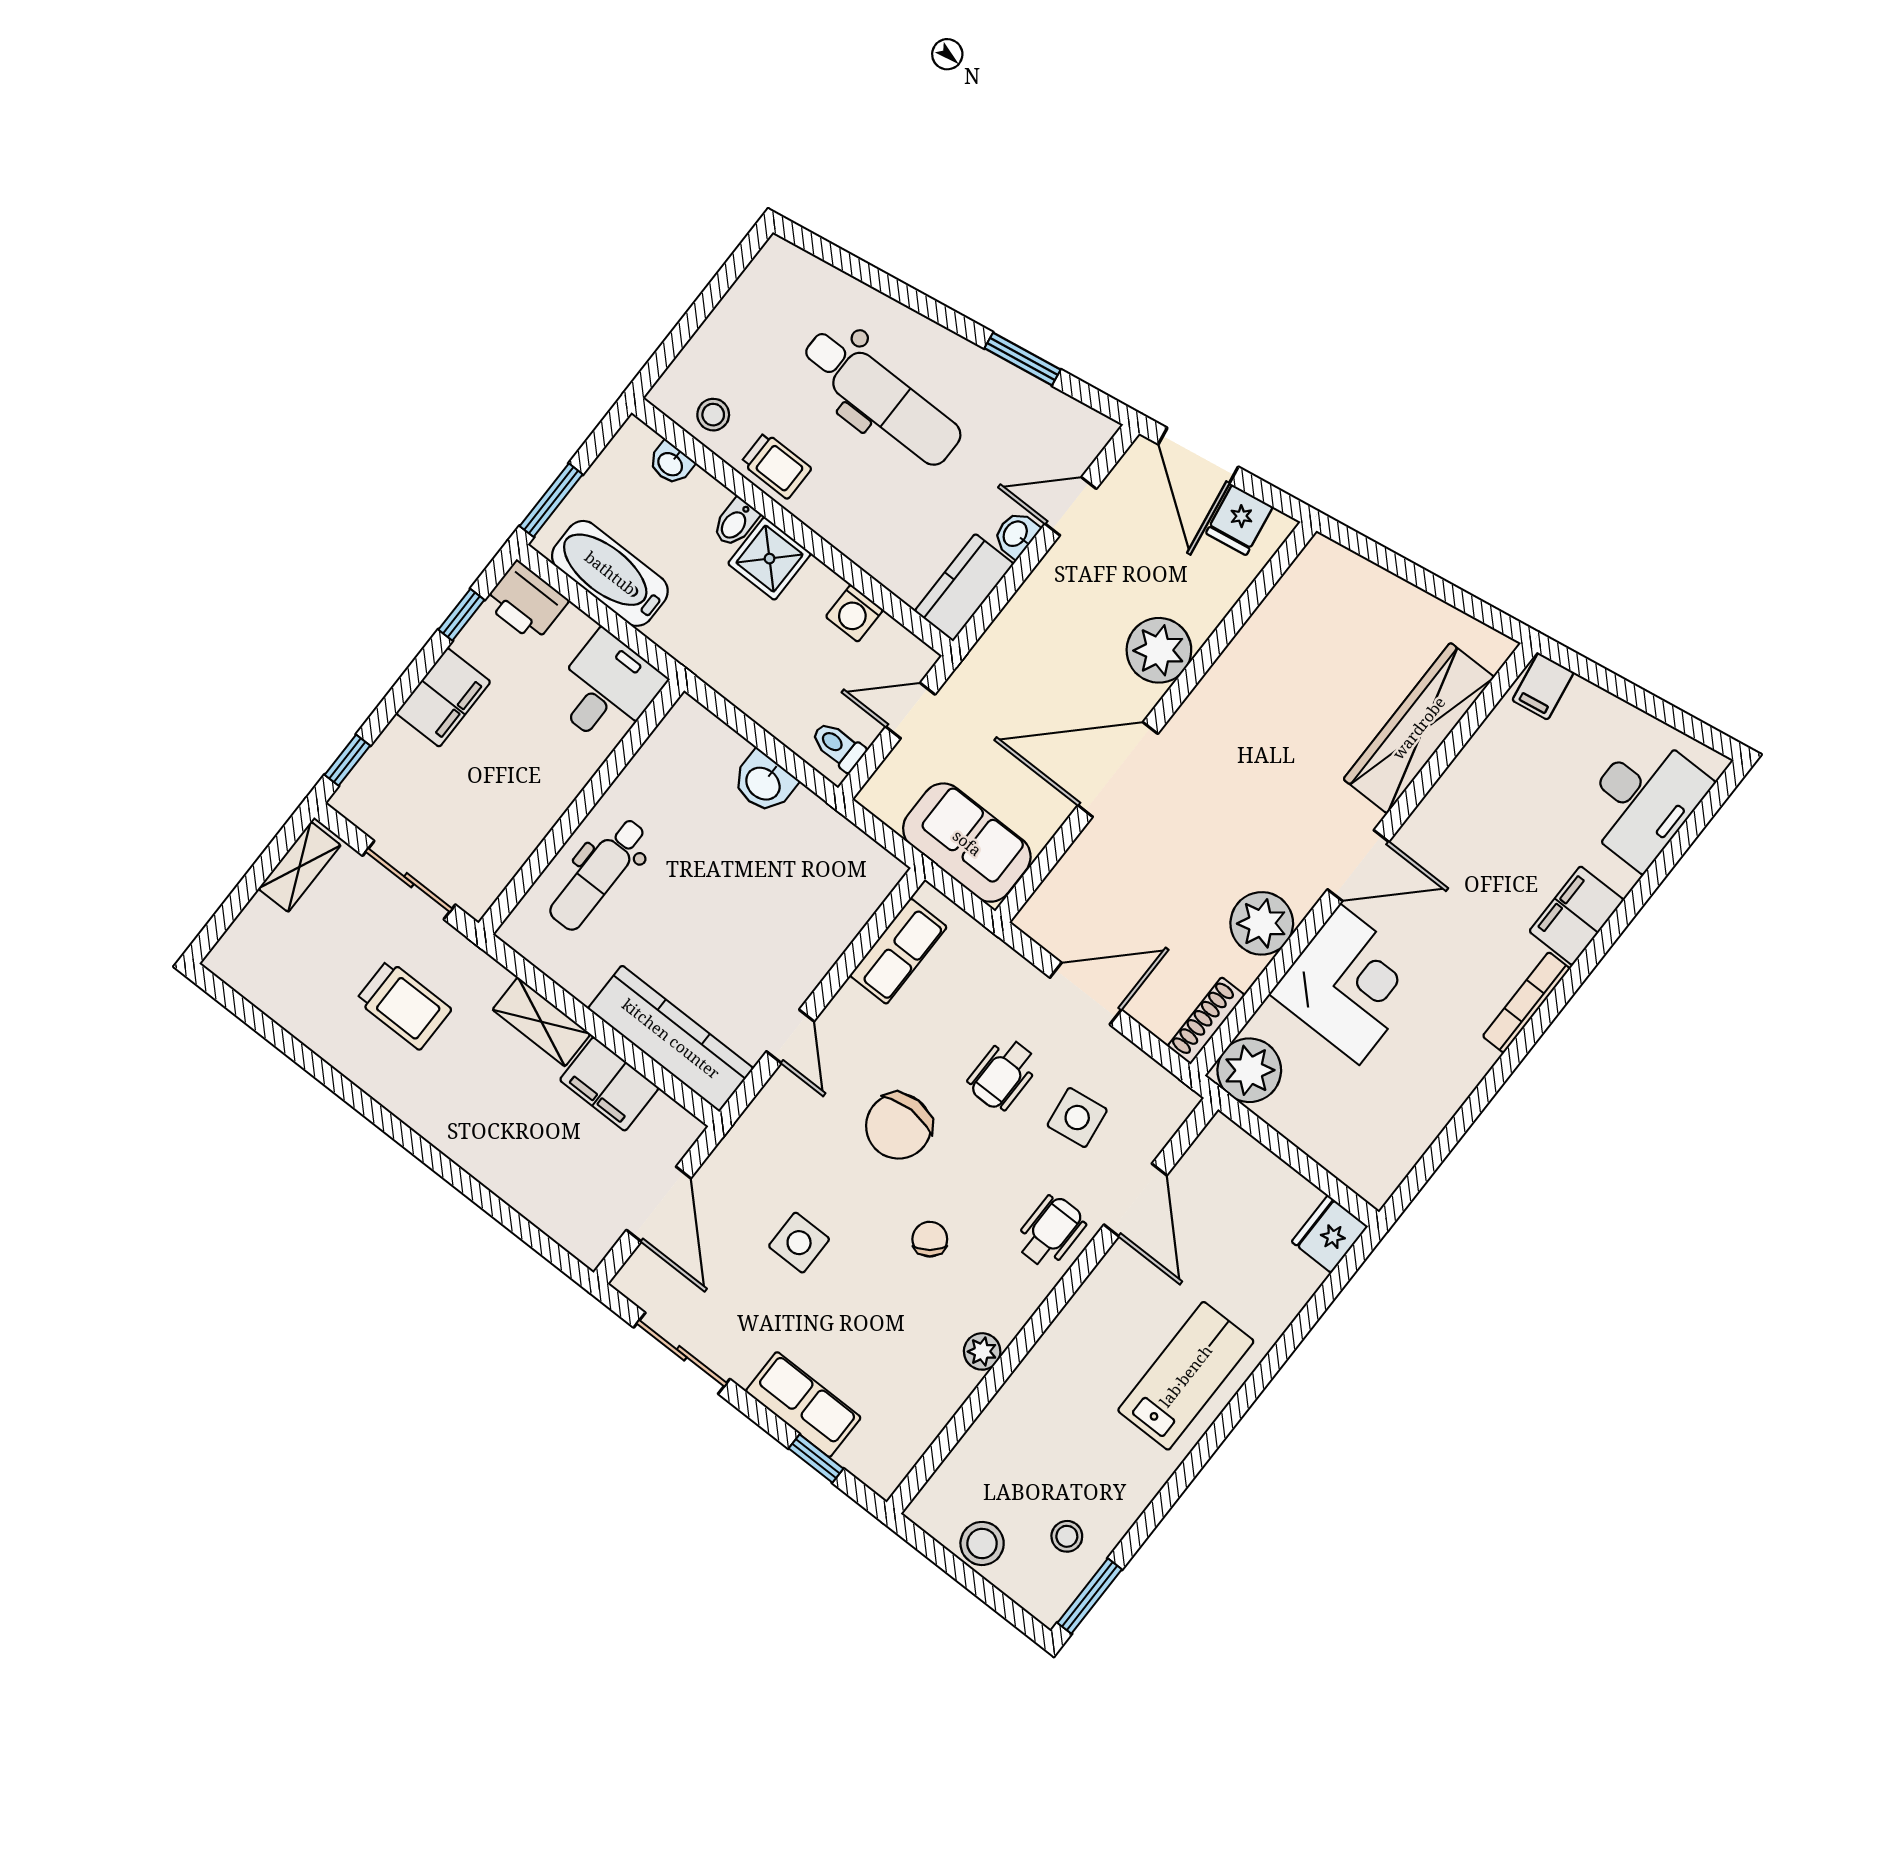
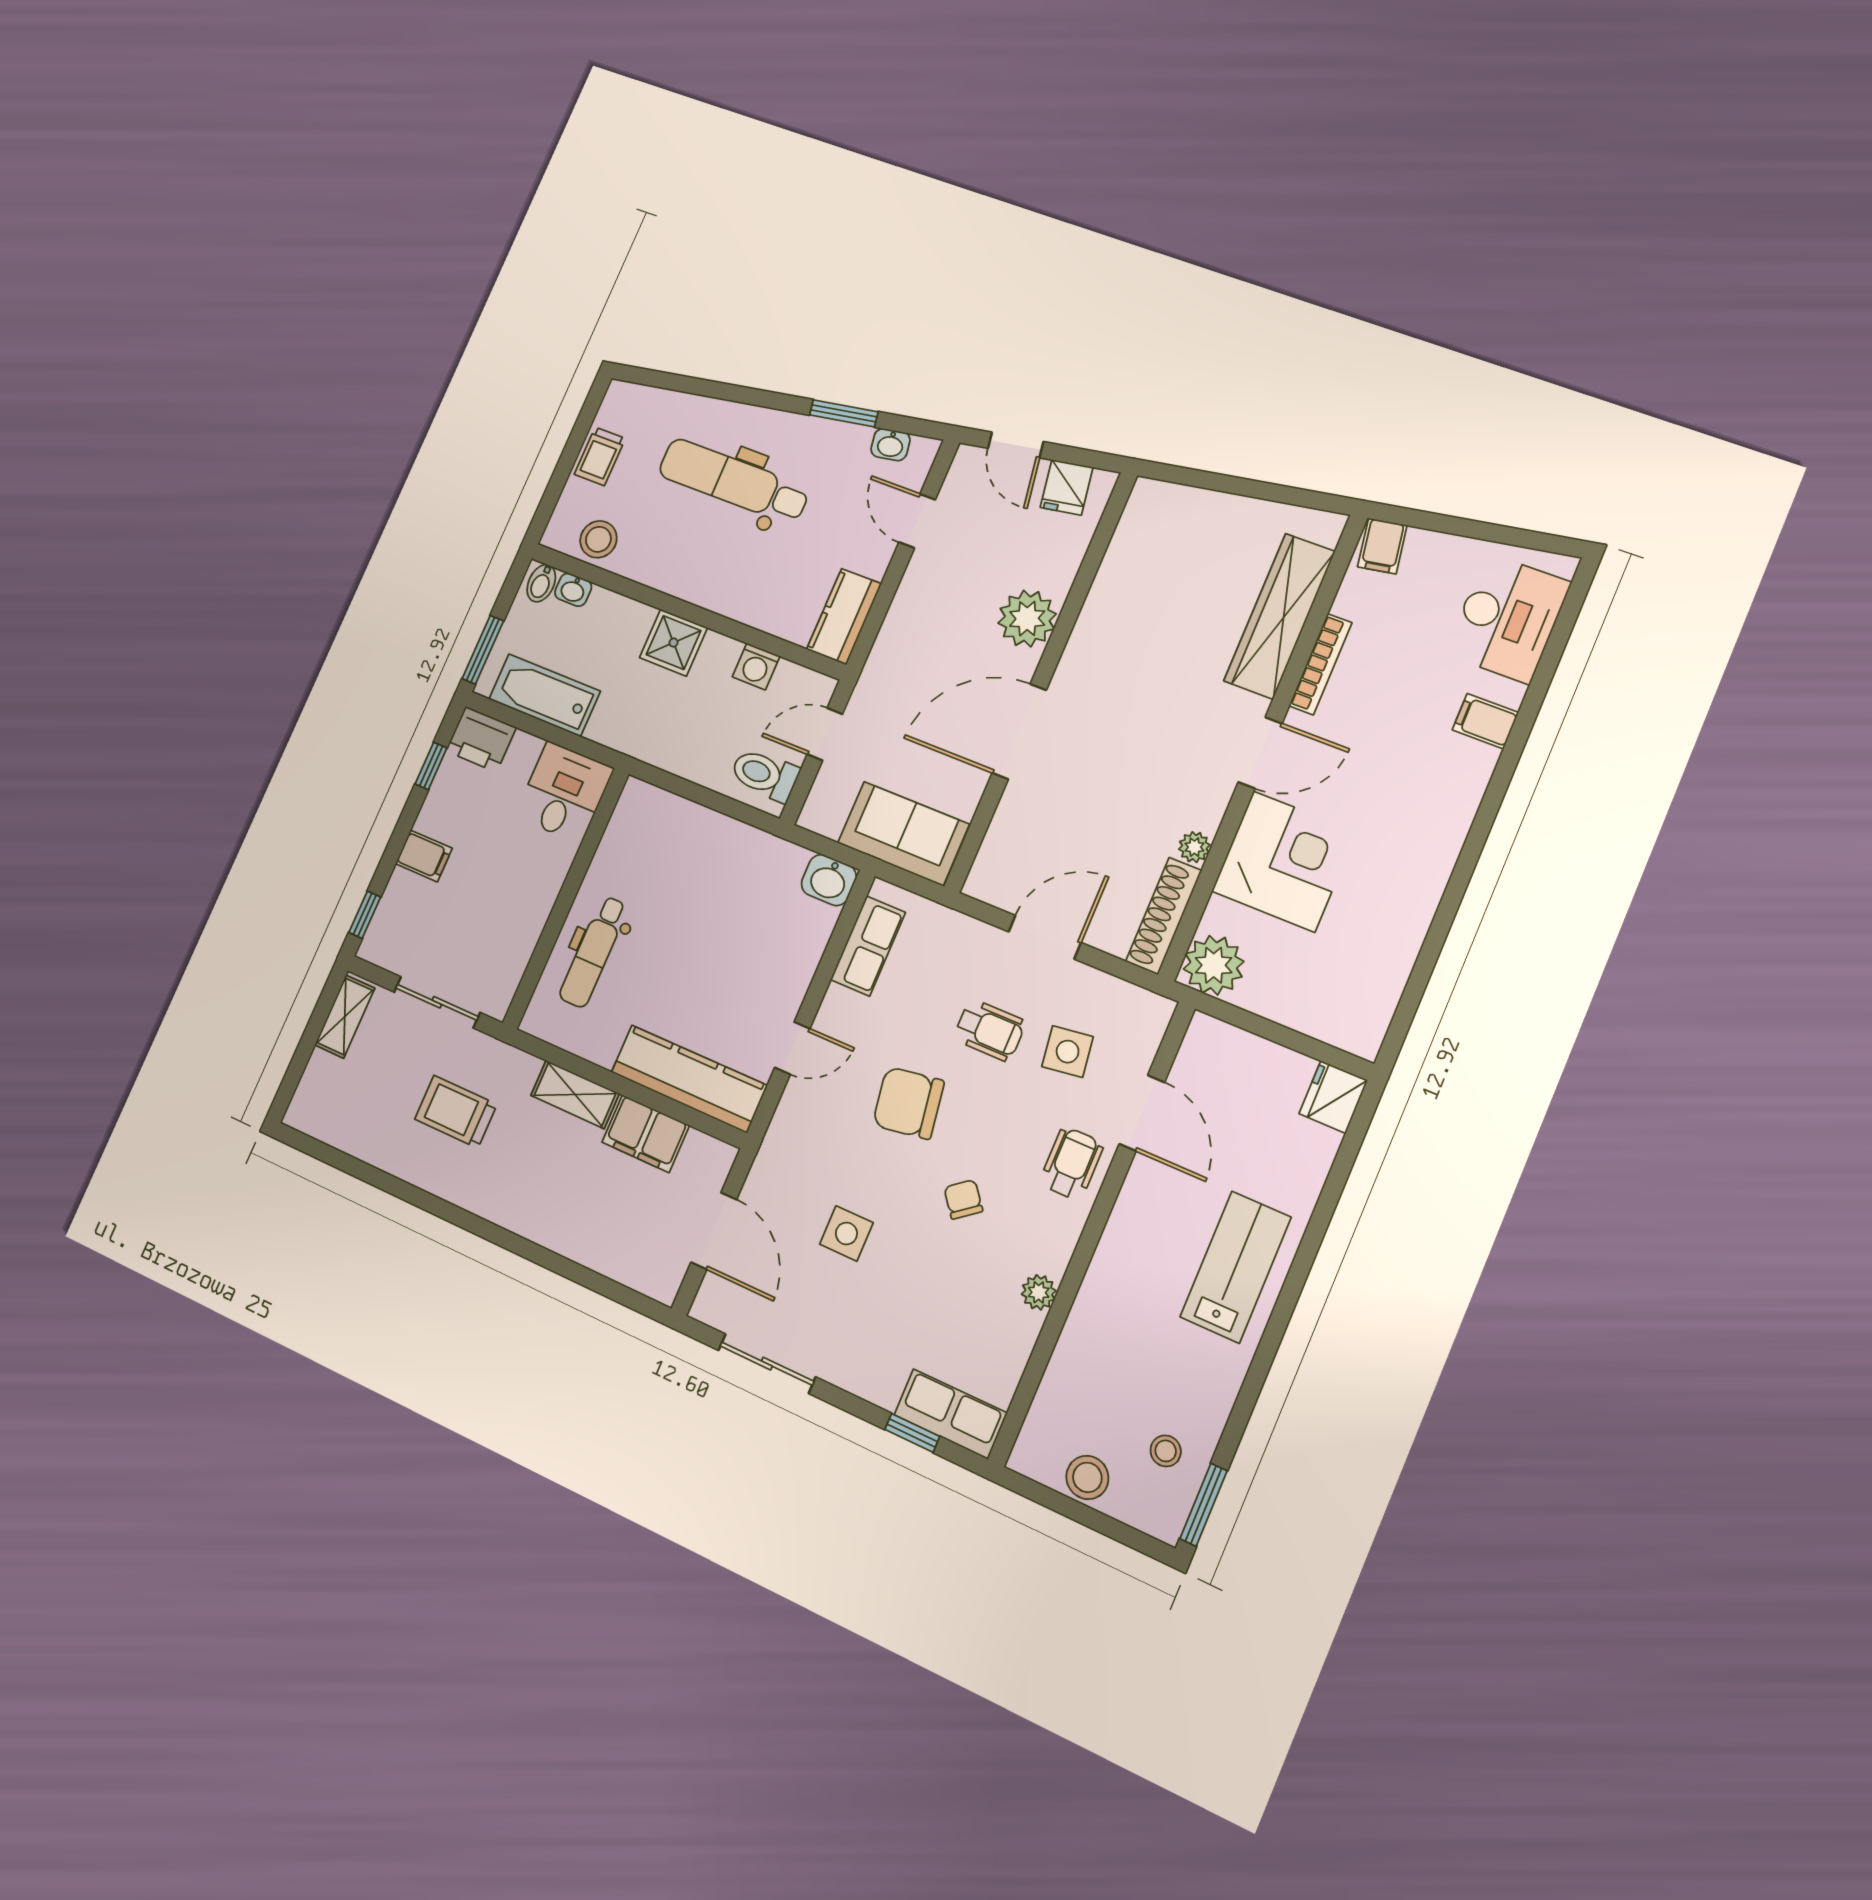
dental chair: (881, 397) -> (734, 481), turned 180
stool: (713, 415) -> (598, 539), width x1.37, depth x1.37
door: (1198, 456) -> (1016, 445), width x0.73
trolley: (776, 466) -> (600, 456), moved, turned 90
door: (1071, 506) -> (917, 521), hinge flipped
bidet: (735, 522) -> (541, 583), moved
washbasin: (1016, 534) -> (890, 445), moved, turned -99
filing cabinet: (443, 697) -> (424, 856), width x0.50
toilet: (838, 746) -> (765, 775), width x1.37, depth x1.39
washbasin: (764, 783) -> (829, 880), moved
filing cabinet: (1576, 916) -> (1485, 721), width x0.50
plant: (1262, 923) -> (1194, 847), width x0.53, depth x0.53
bookcase: (1526, 1002) -> (1320, 664), moved, turned 180
trolley: (404, 1005) -> (456, 1112), turned 180
shoe rack: (1206, 1021) -> (1164, 916), width x1.36, depth x1.24
door: (790, 1036) -> (792, 1048), hinge flipped
wheelchair: (1003, 1074) -> (990, 1030), turned -90
chair: (899, 1126) -> (908, 1103), turned 81
row of seats: (803, 1405) -> (951, 1414), moved

